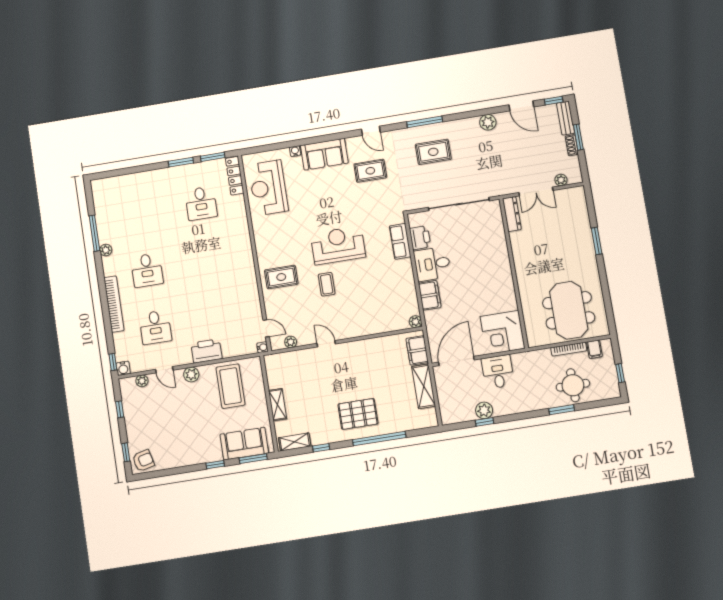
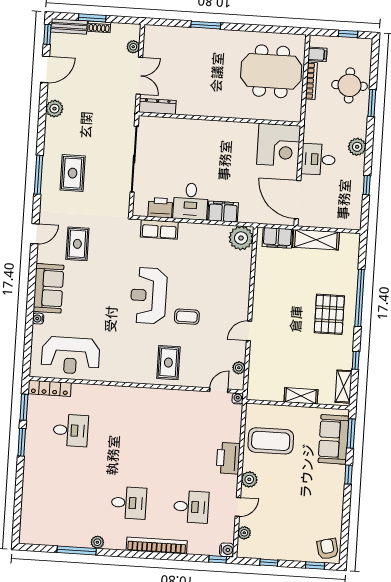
plant: (416, 322) -> (241, 238), width x1.88, depth x1.88
plant: (484, 410) -> (357, 147), moved

